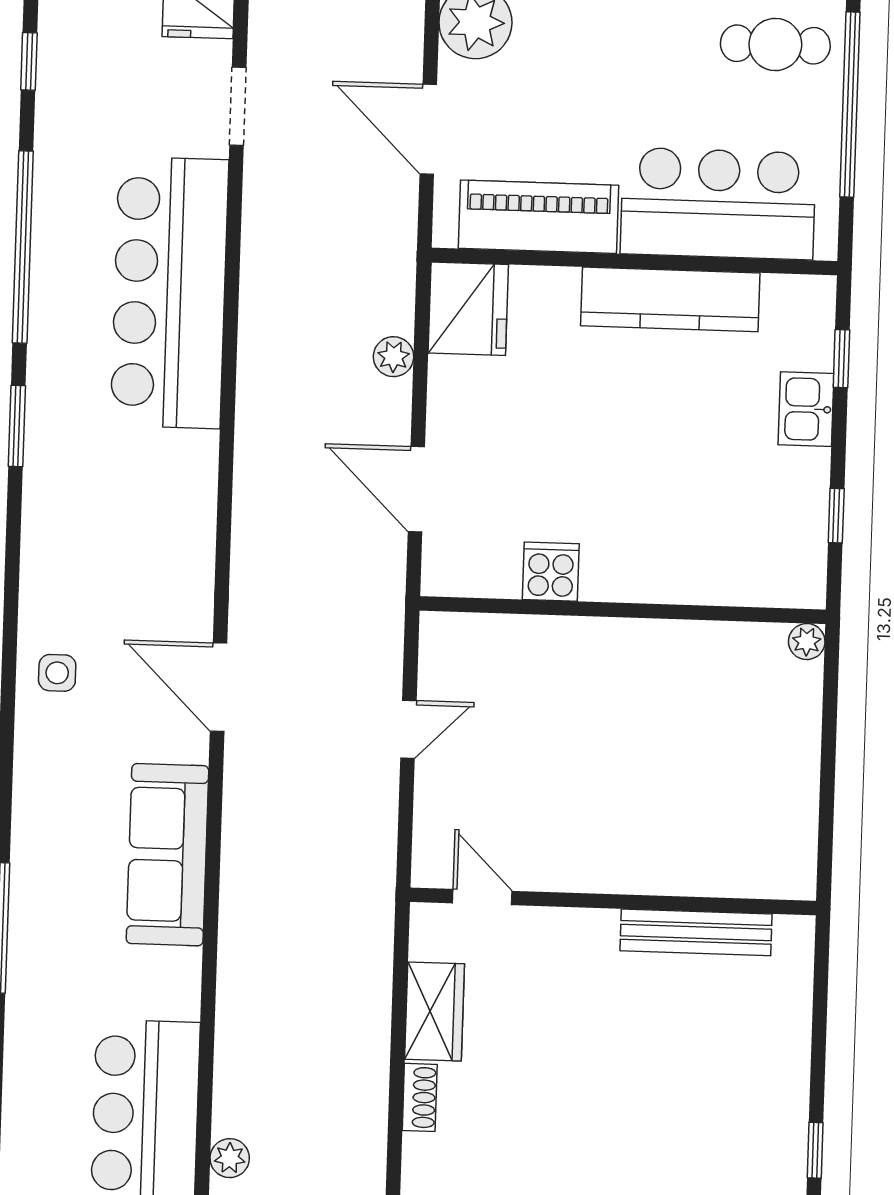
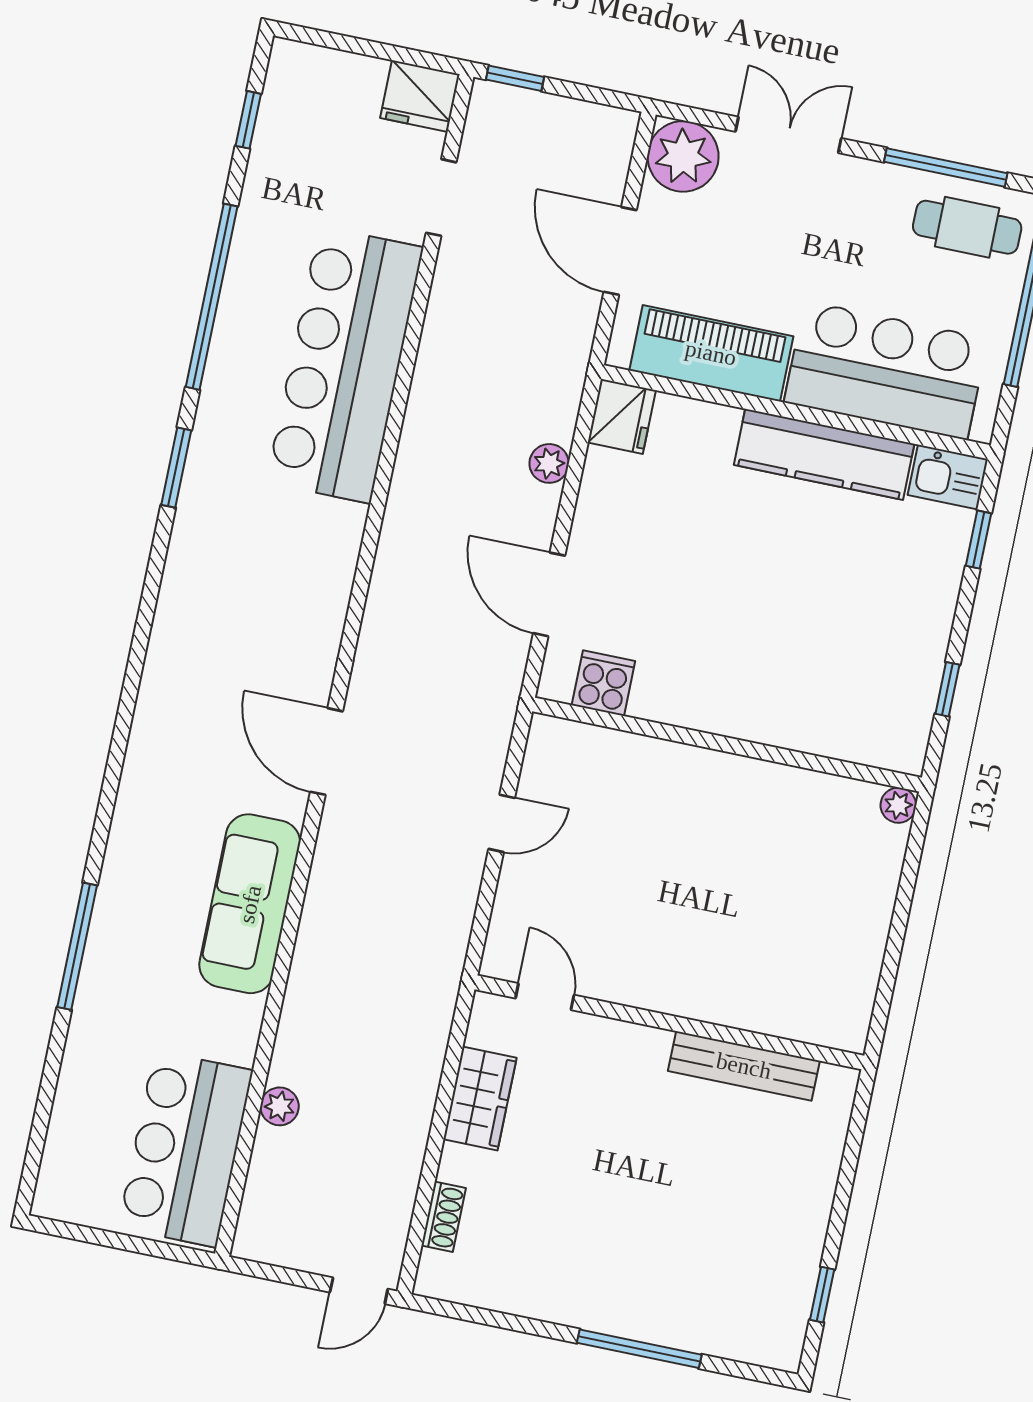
fridge: (468, 309) -> (622, 416), width x0.73, depth x0.75
kitchen sink: (806, 409) -> (948, 477), moved, turned -90
cooker: (551, 572) -> (603, 683), moved
side table: (57, 673) -> (174, 711), removed
shoe rack: (420, 1097) -> (444, 1217), moved
plant: (230, 1158) -> (280, 1106), moved

